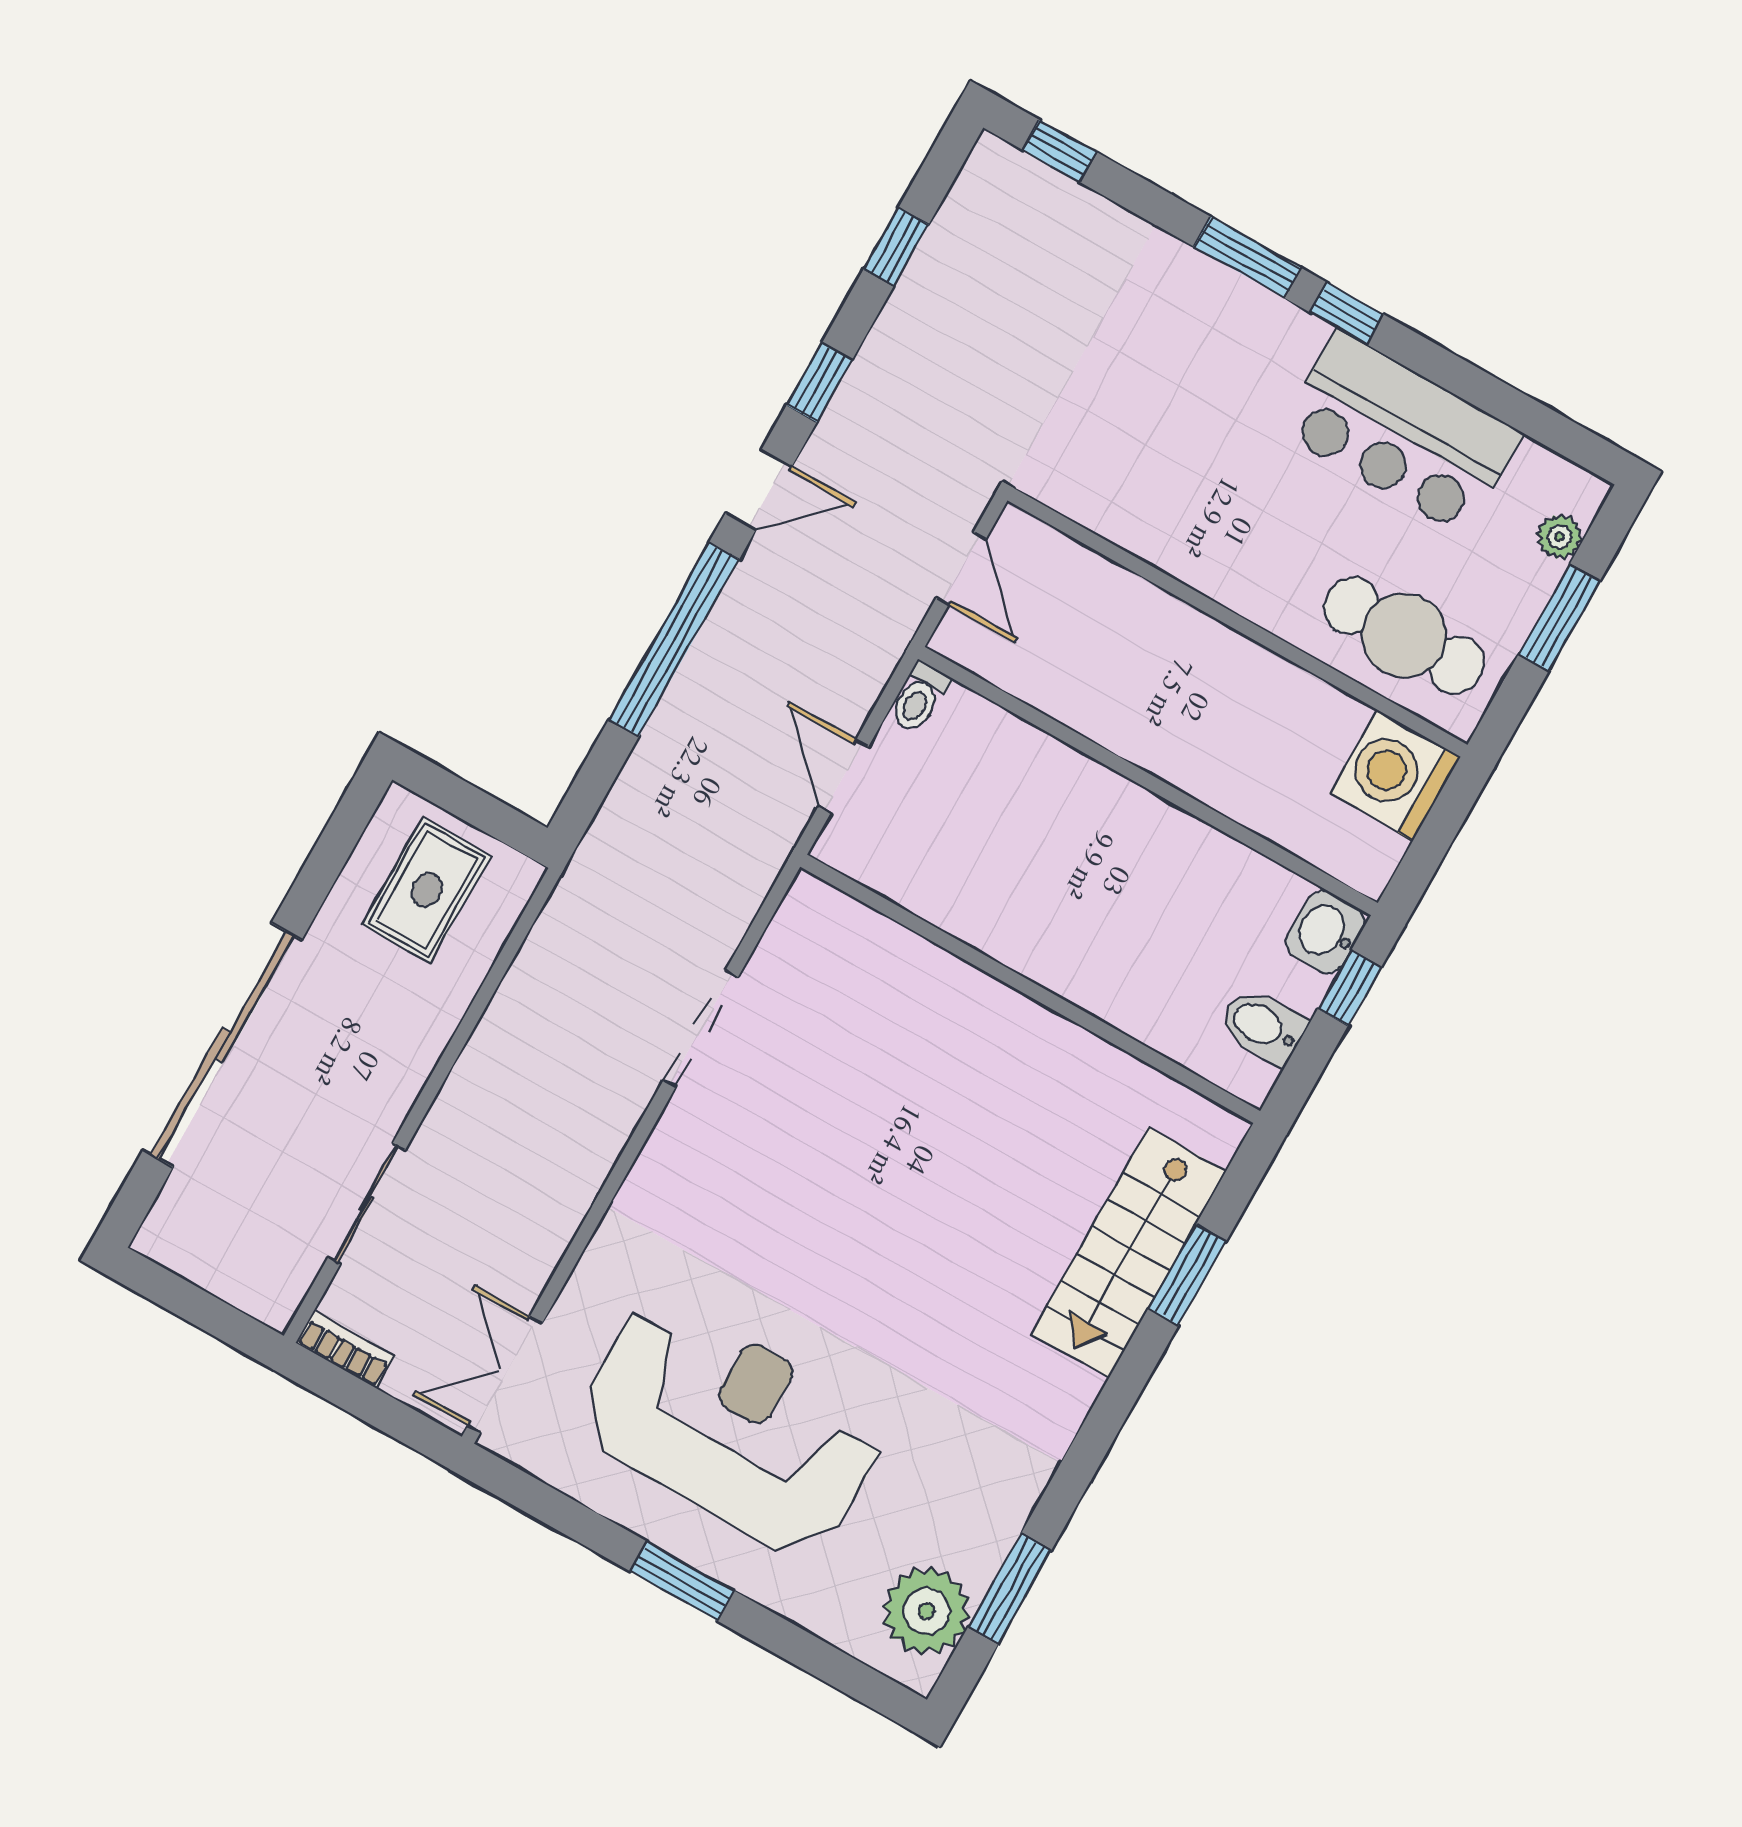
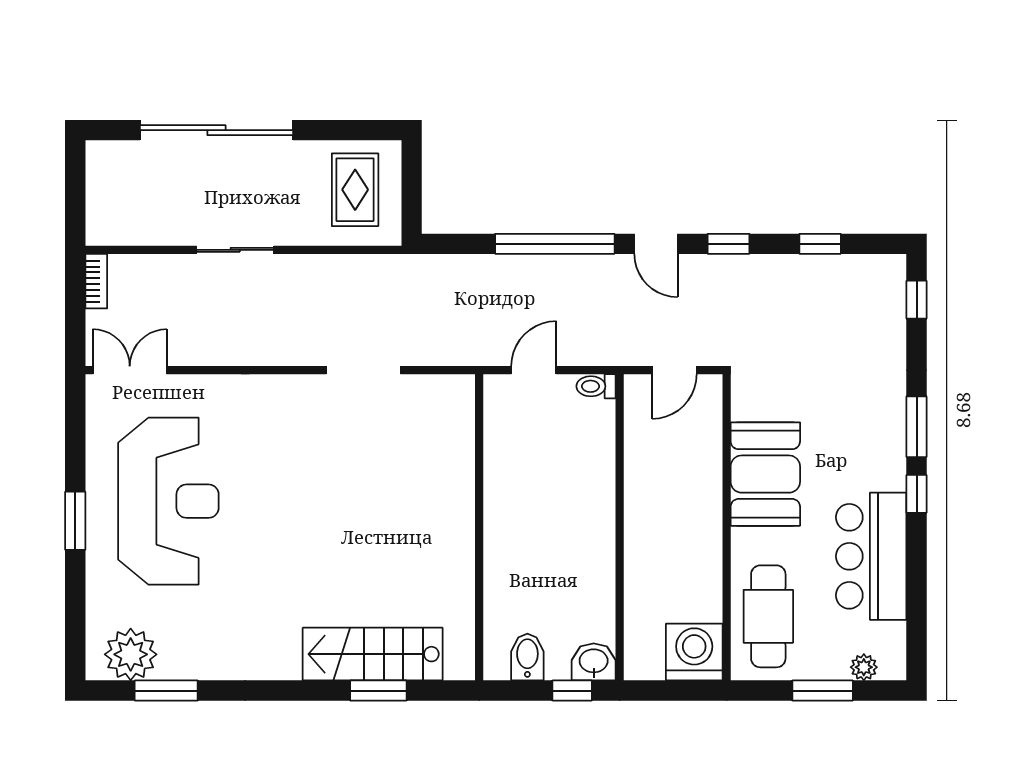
booth: (1191, 521) -> (765, 474), added
rug: (427, 890) -> (355, 190), turned 90
sliding door: (366, 1204) -> (235, 250), moved

